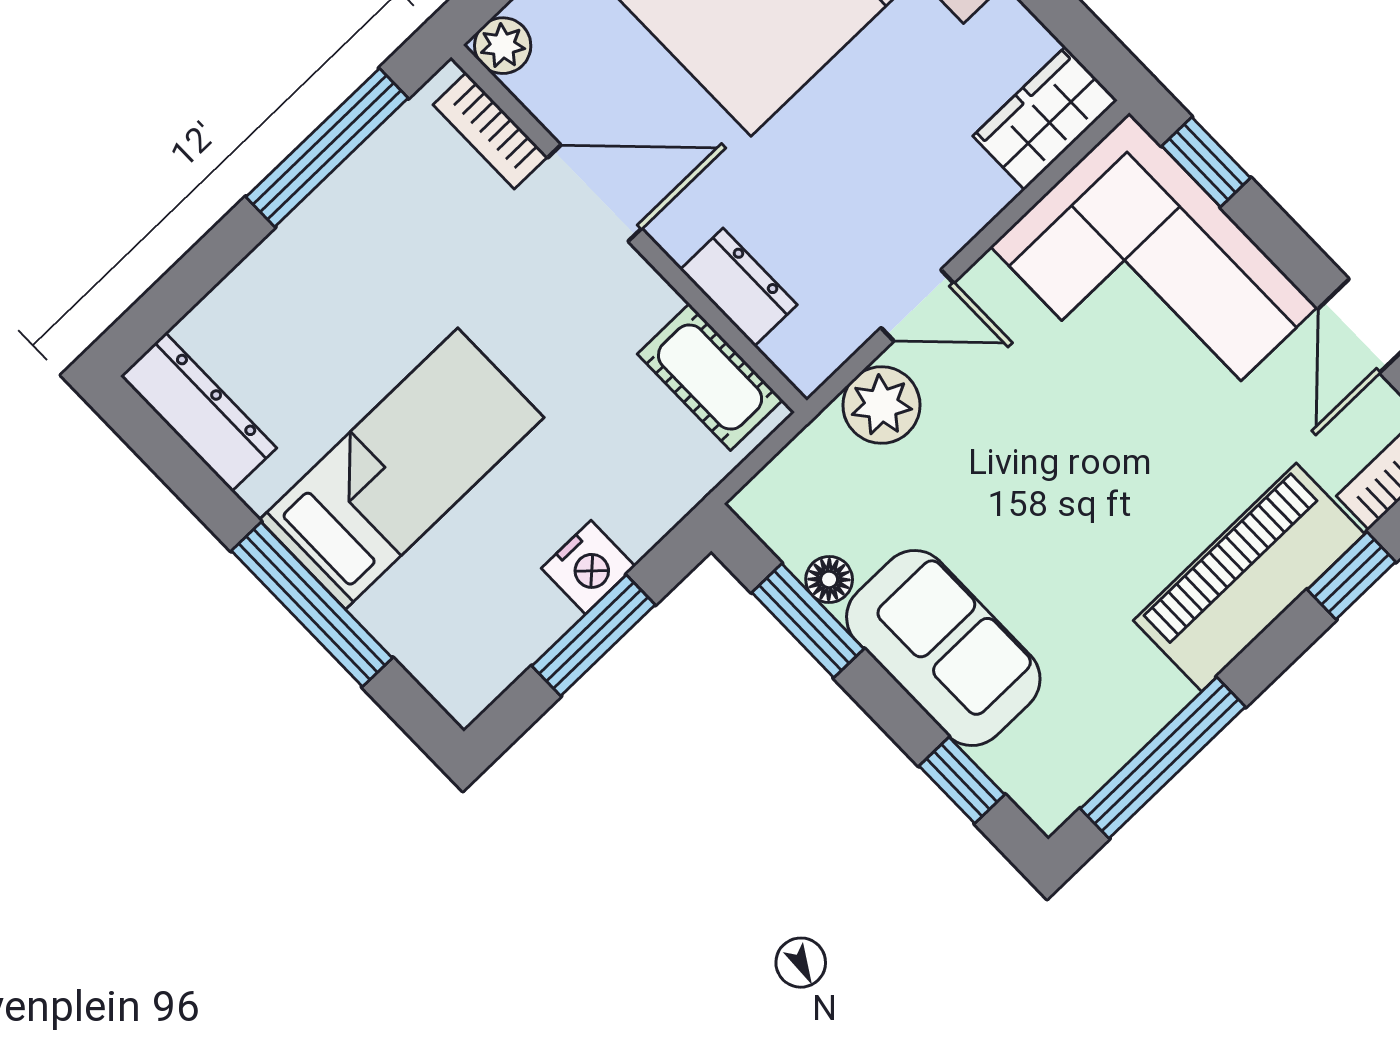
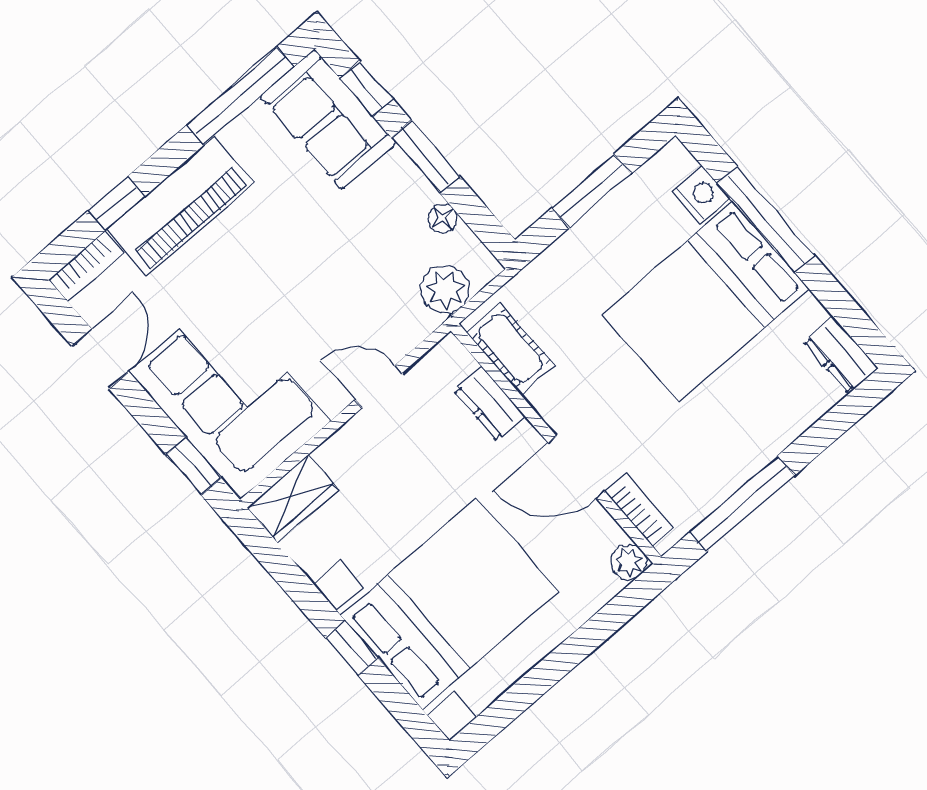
plant: (881, 405) -> (445, 290), moved
dresser: (199, 412) -> (841, 355), width x0.70
bed: (402, 469) -> (706, 301), width x1.50
nightstand: (588, 567) -> (701, 195), moved, turned 90
window: (808, 621) -> (426, 157), moved
sofa: (943, 648) -> (328, 119), moved

